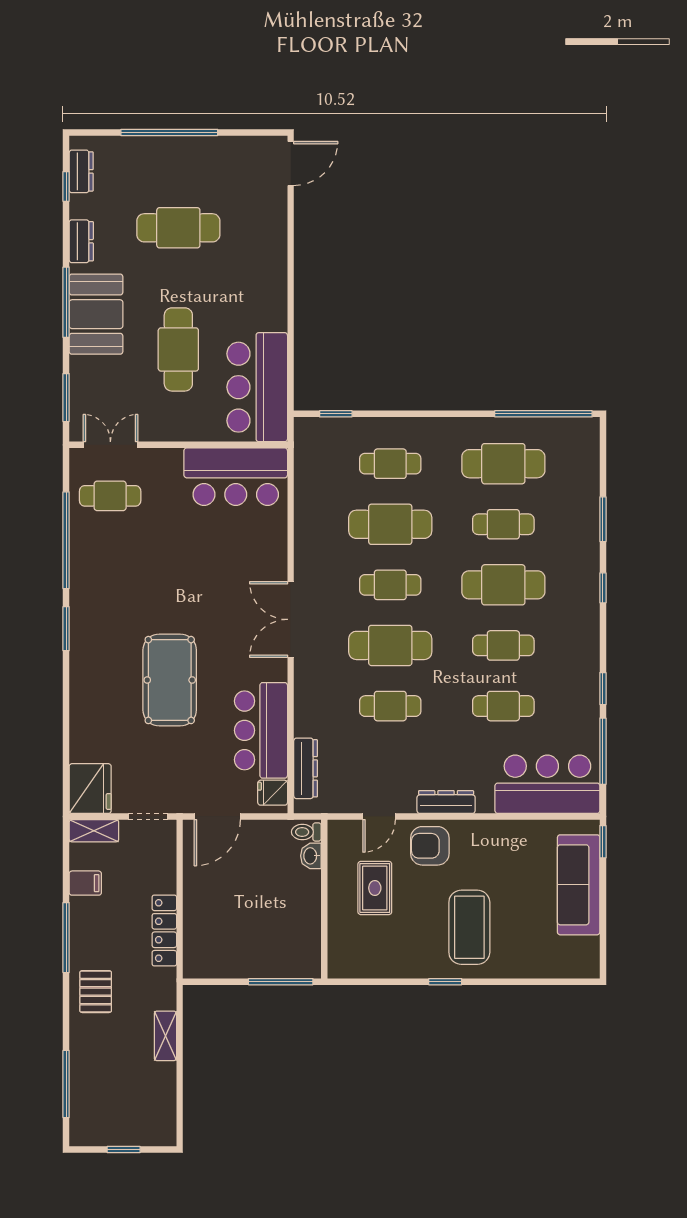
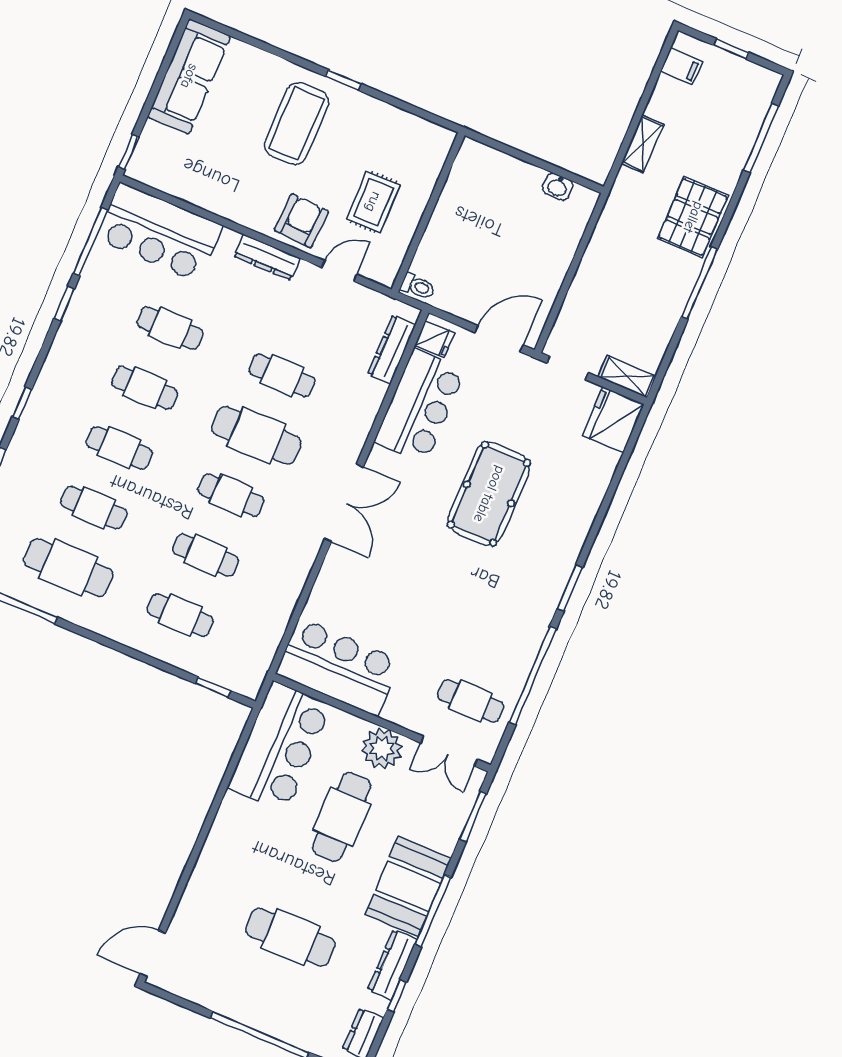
window: (66, 186) -> (397, 996), moved
dresser: (81, 241) -> (392, 965), width x1.44
plant: (169, 423) -> (382, 749), added
cafe table: (390, 524) -> (206, 555), width x0.73, depth x0.74
cafe table: (503, 585) -> (119, 448), width x0.73, depth x0.74
armchair: (430, 846) -> (301, 221), turned -87
washbasin: (311, 856) -> (558, 187), moved, turned 90
filing cabinet: (85, 883) -> (681, 66), moved, turned 180
sofa: (579, 885) -> (189, 76), moved
locker: (164, 931) -> (599, 248), removed
window: (281, 982) -> (506, 149), removed
pallet: (96, 992) -> (693, 217), width x1.50, depth x1.42

